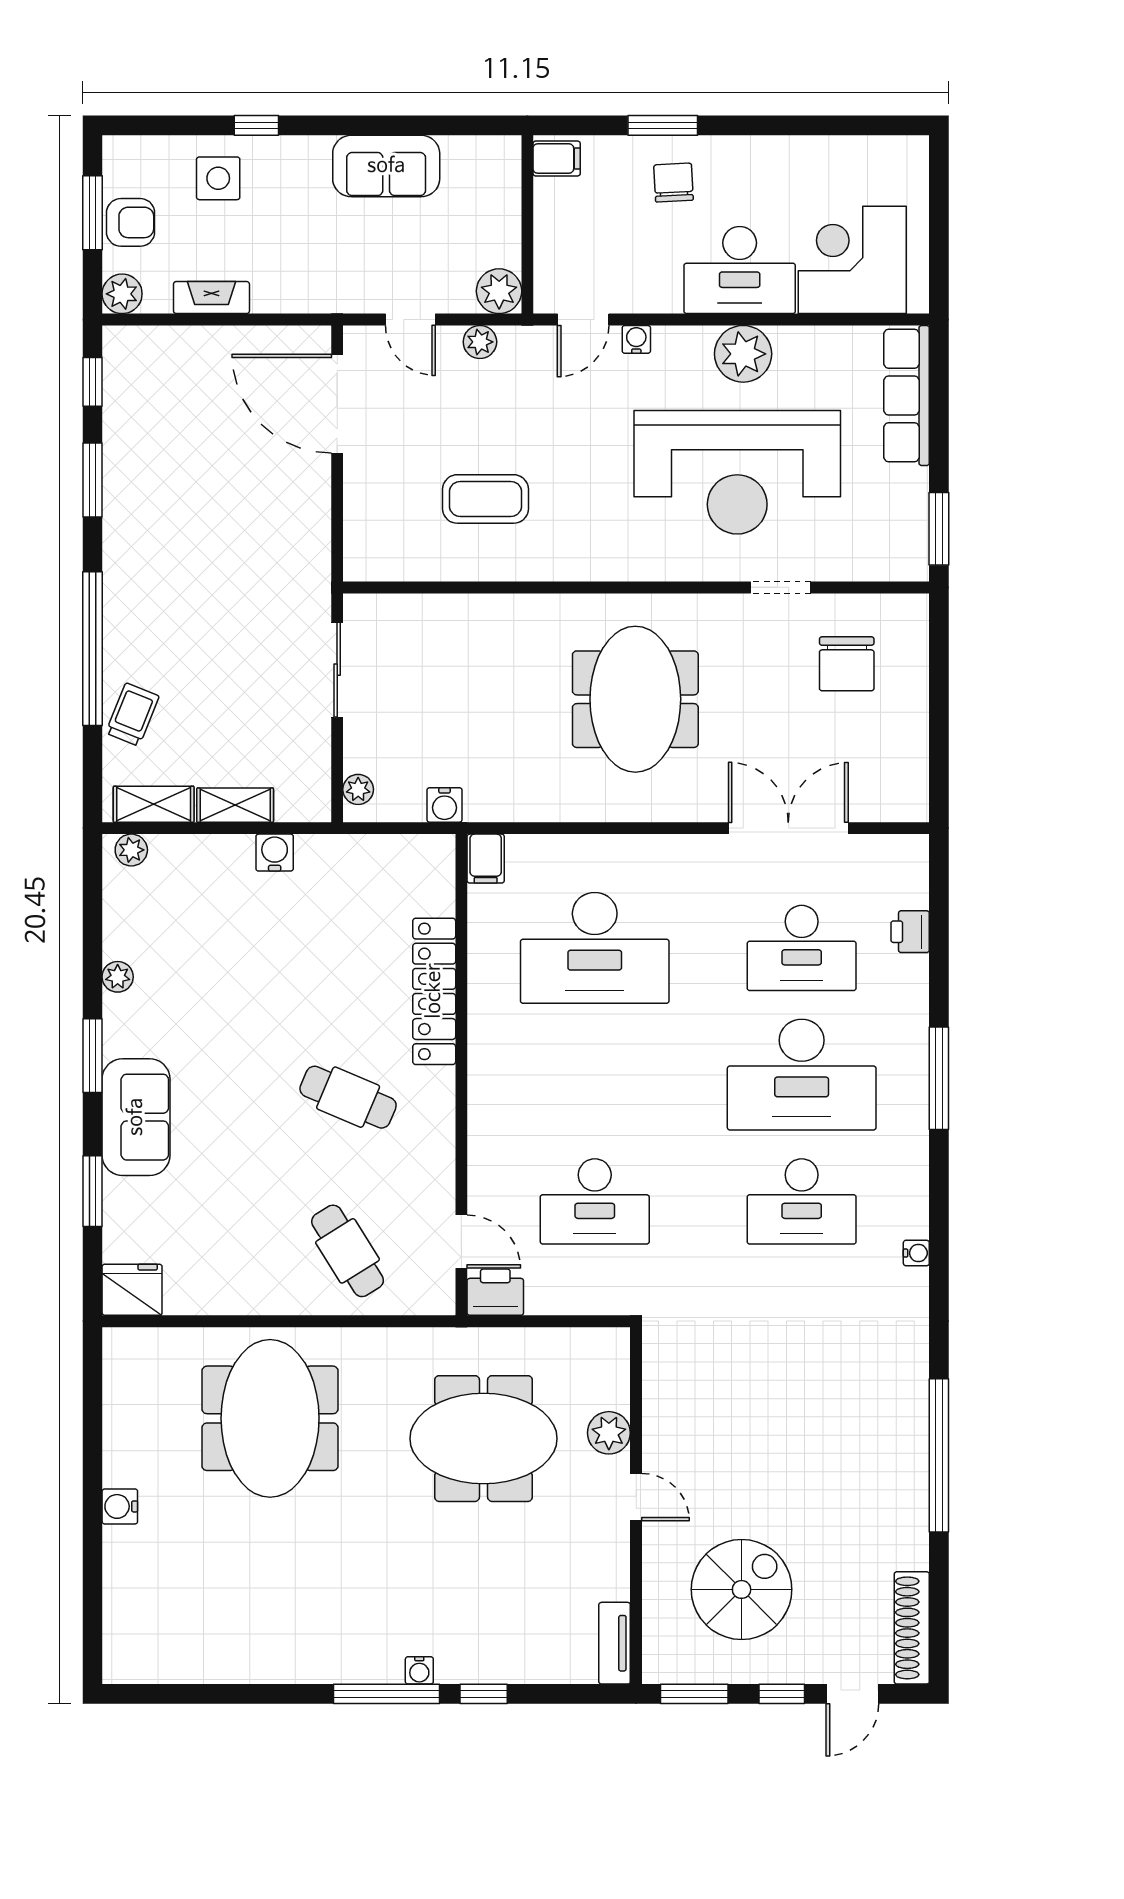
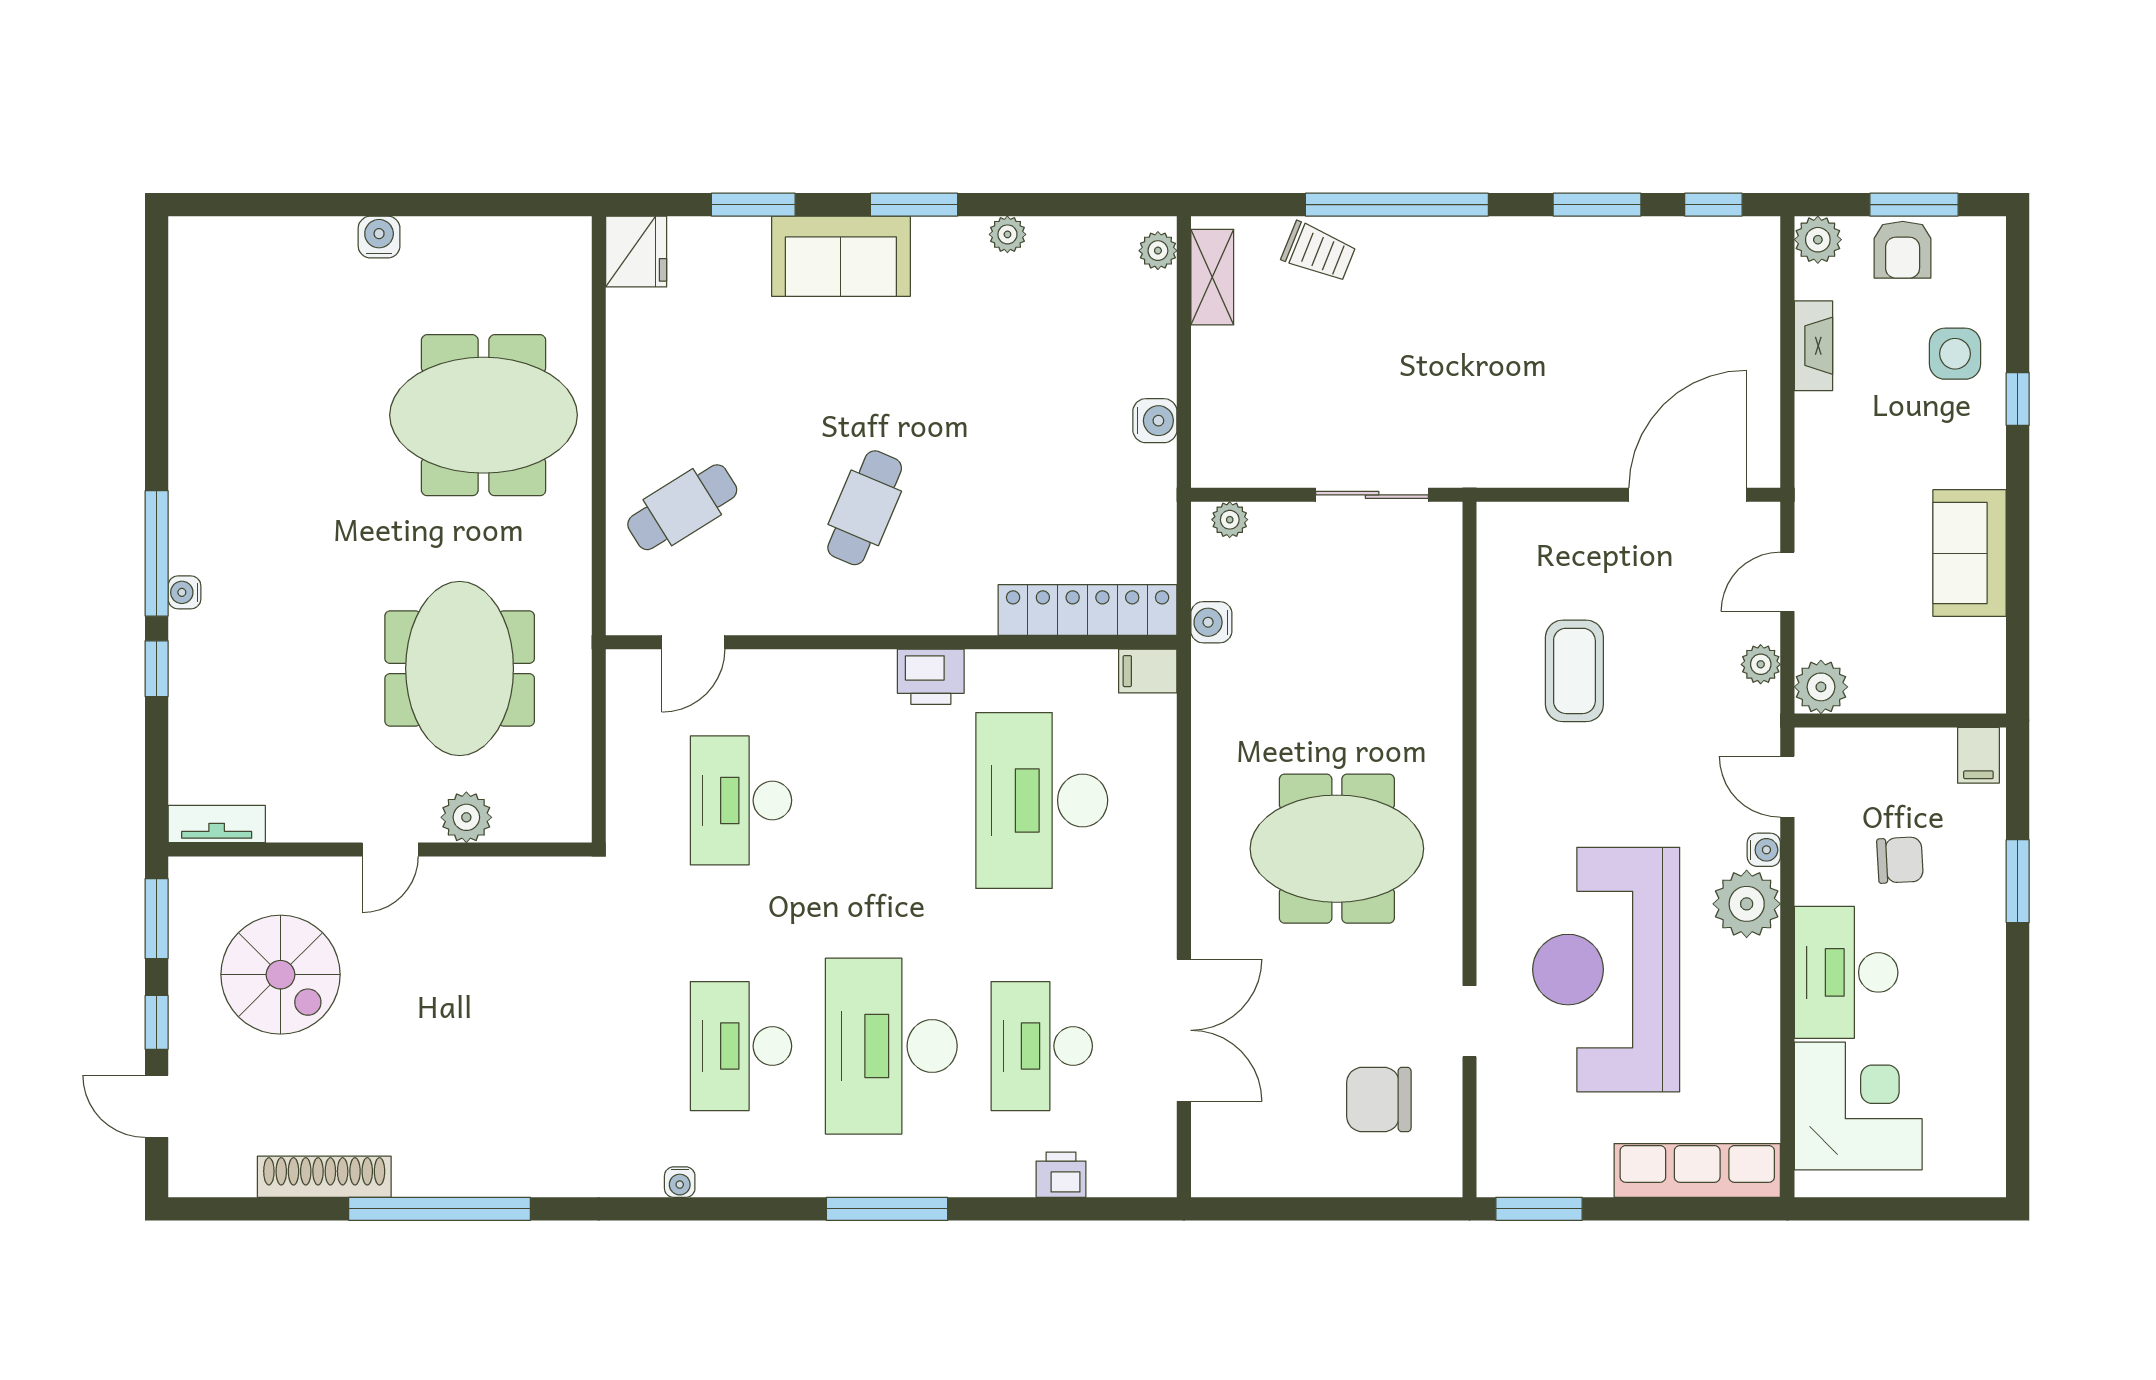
chair: (674, 183) -> (1900, 860), moved
plant: (743, 354) -> (1747, 904), moved
shelving: (235, 805) -> (1211, 374), removed
locker: (434, 991) -> (1088, 610), moved
printer: (495, 1292) -> (931, 677), moved, turned 90
shoe rack: (912, 1628) -> (324, 1177), moved

